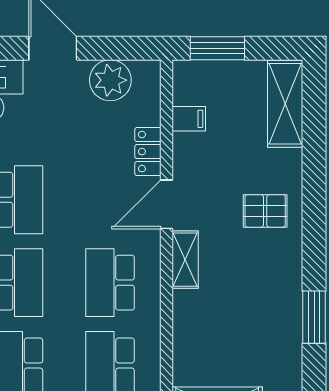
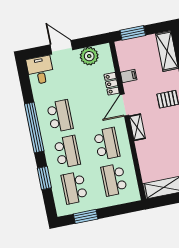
filing cabinet: (189, 119) -> (129, 76), moved
school desk: (110, 283) -> (107, 144), turned 180

